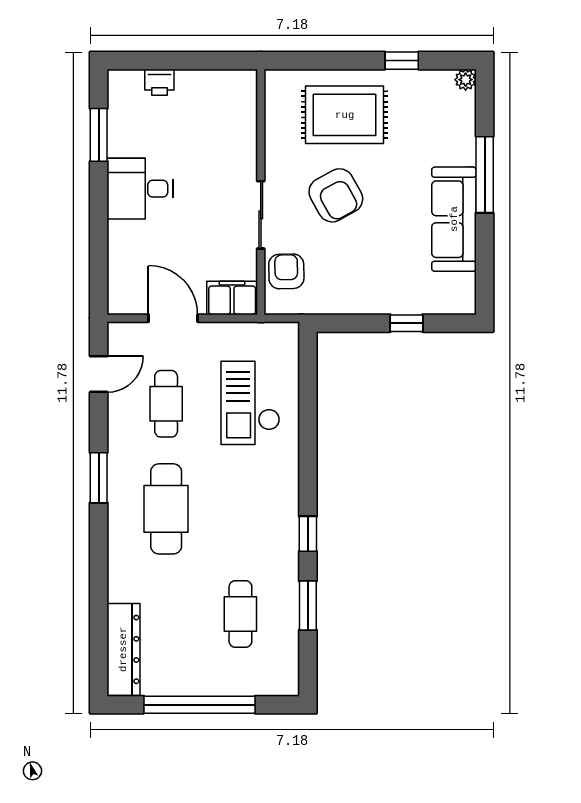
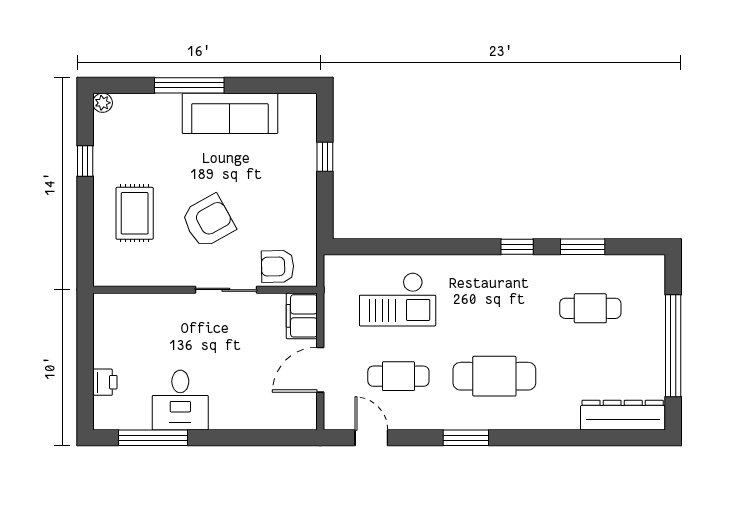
rug: (345, 115) -> (135, 213), width x0.73, depth x0.70
window: (99, 135) -> (153, 438), width x1.44
desk: (140, 189) -> (180, 400), moved

